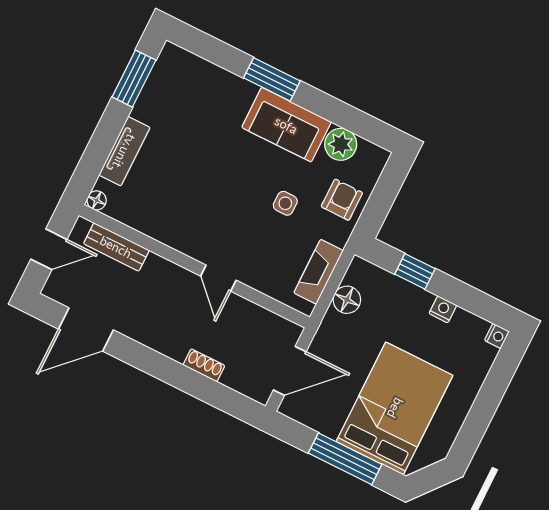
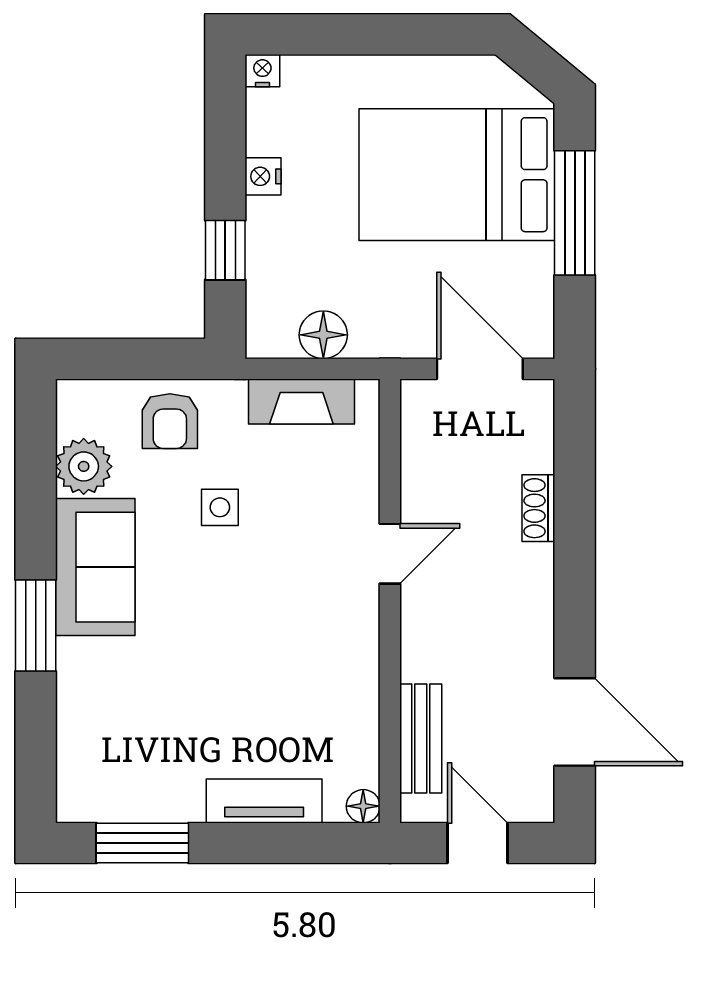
armchair: (342, 200) -> (170, 421), turned -90

